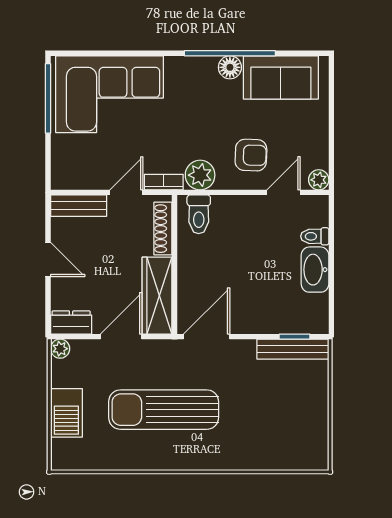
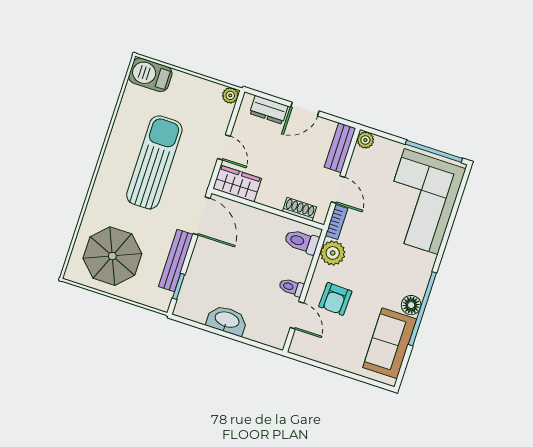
plant: (319, 180) -> (365, 140), moved
shoe rack: (163, 229) -> (300, 209), width x0.70
toilet: (315, 236) -> (291, 287), moved, turned -90
wardrobe: (157, 296) -> (237, 184), width x0.67
dresser: (71, 322) -> (269, 110), moved, turned 90
door: (121, 337) -> (224, 147), width x0.73
bench: (293, 349) -> (176, 261), moved
barbecue: (66, 413) -> (150, 75), moved
parasol: (285, 422) -> (112, 256), added

